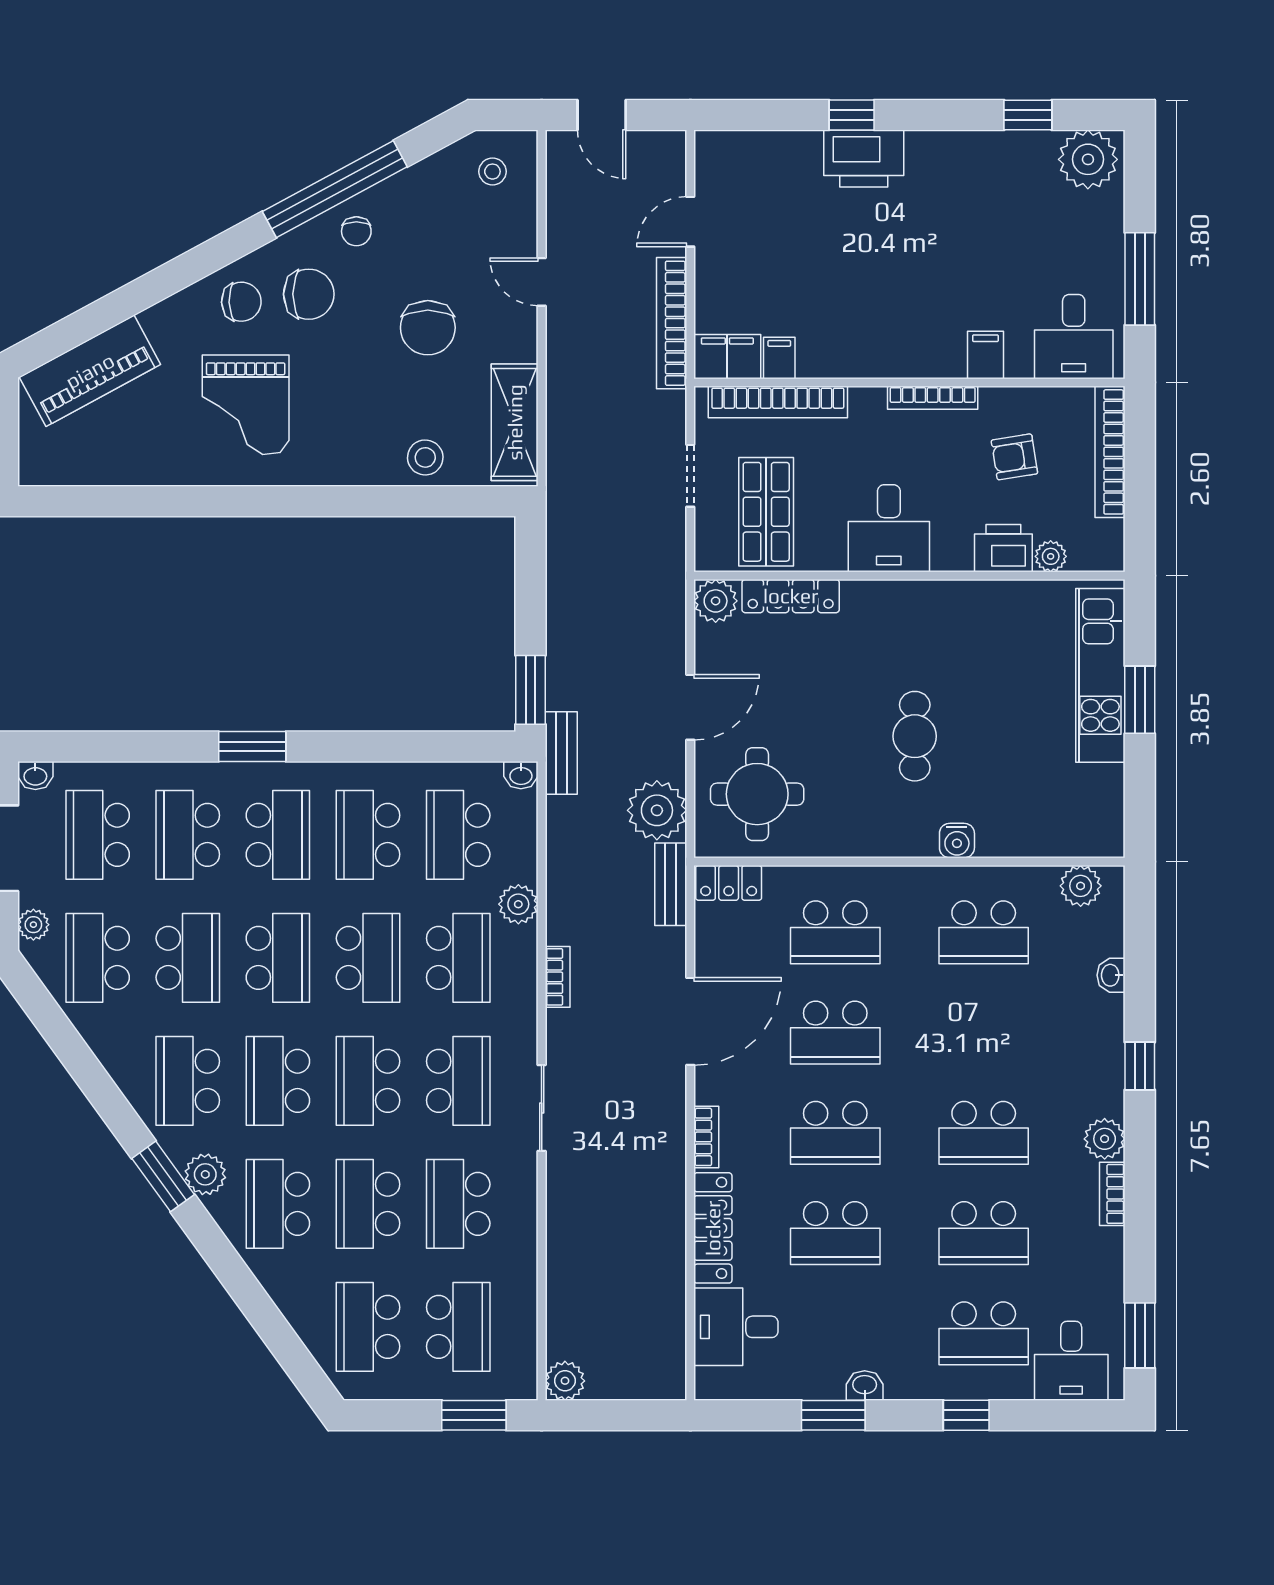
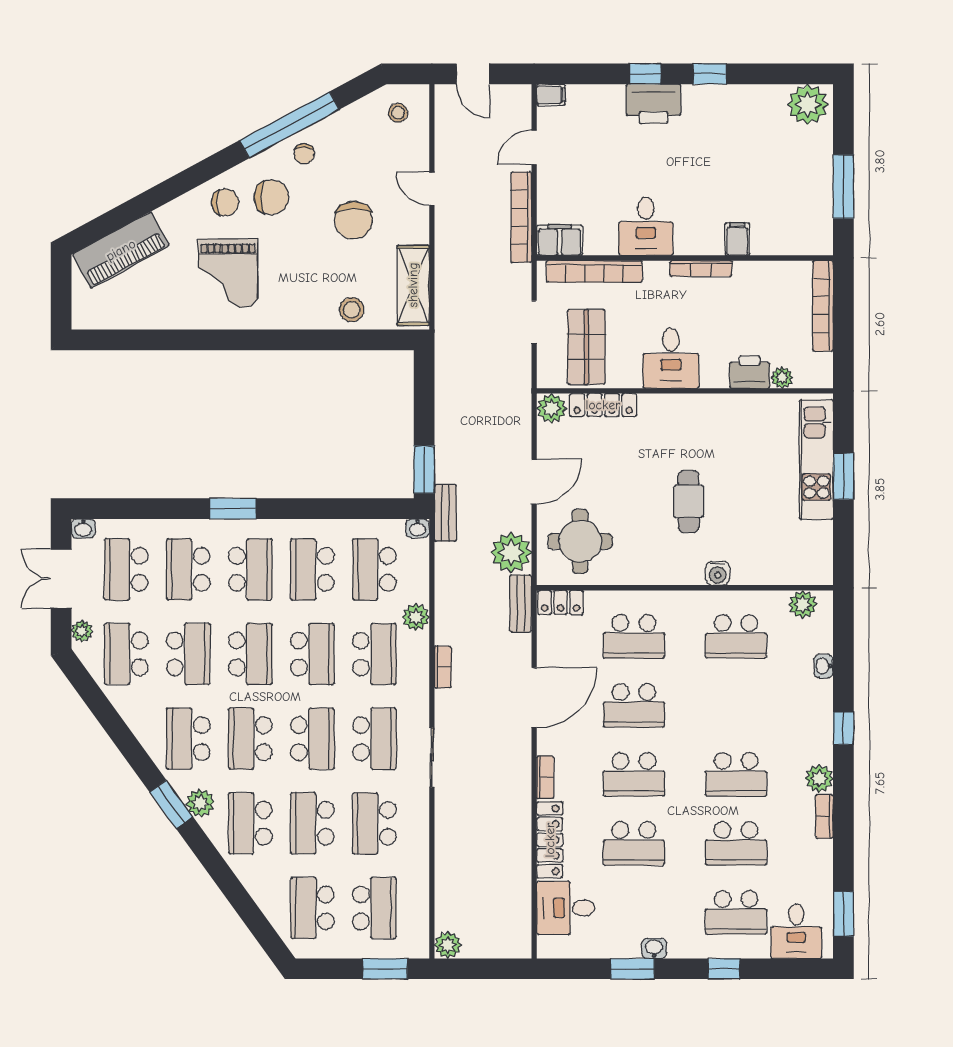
window: (1028, 115) -> (710, 74), moved
desk: (1074, 337) -> (646, 226), moved
filing cabinet: (779, 358) -> (551, 95), moved, turned 90
armchair: (1014, 457) -> (757, 309), removed
school desk: (368, 1081) -> (312, 739), turned 180

